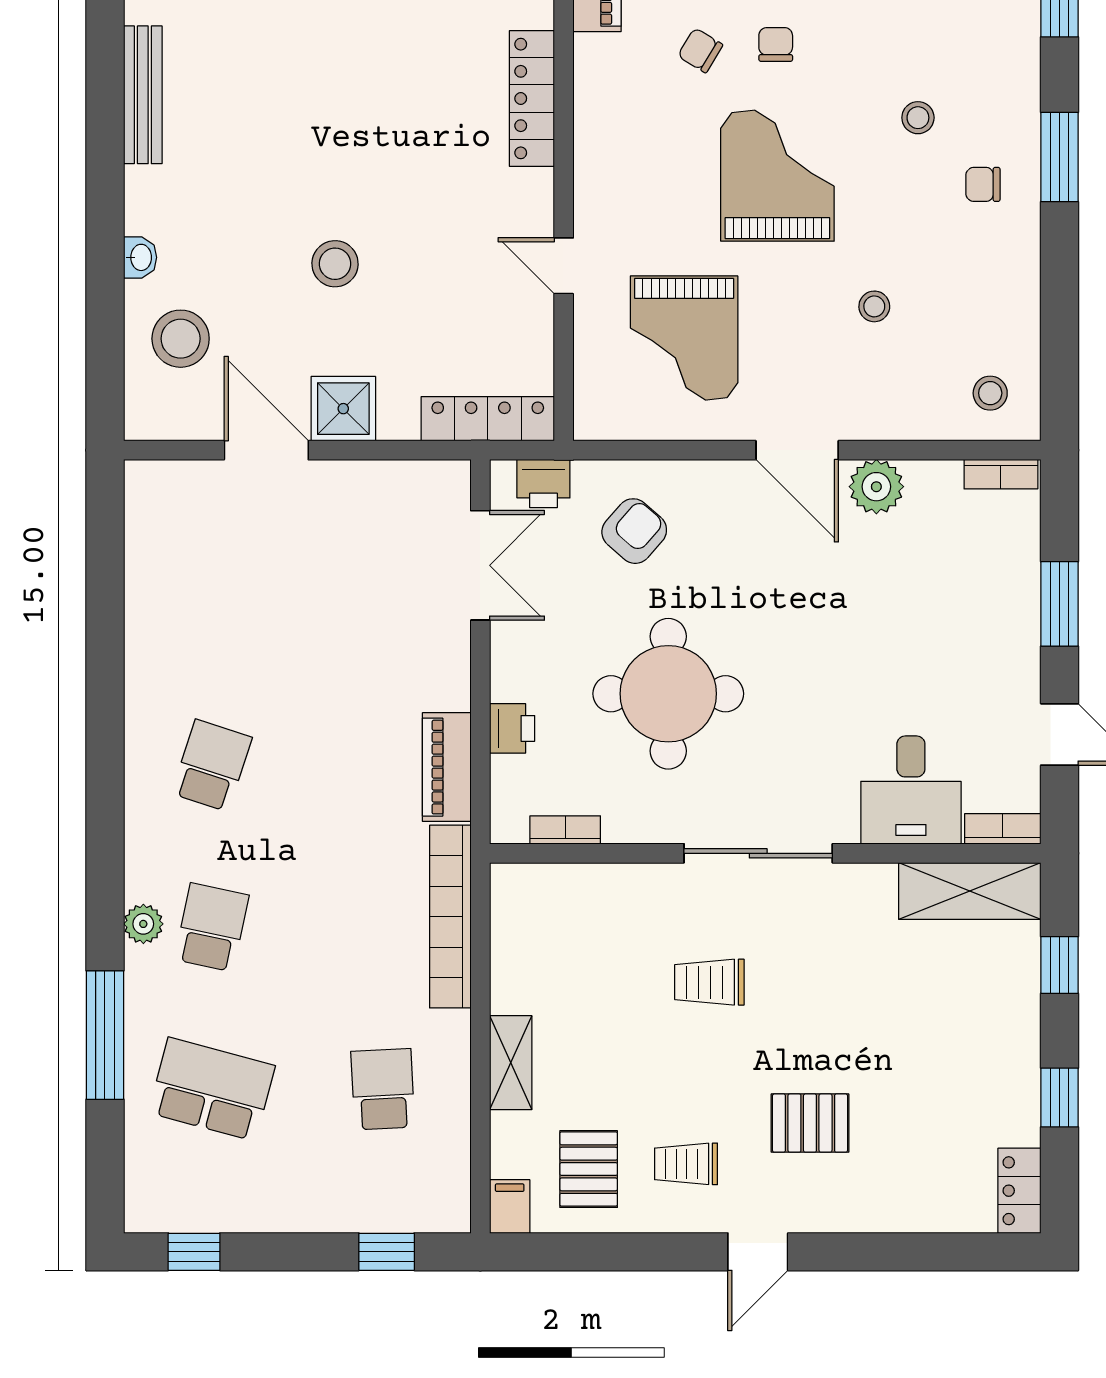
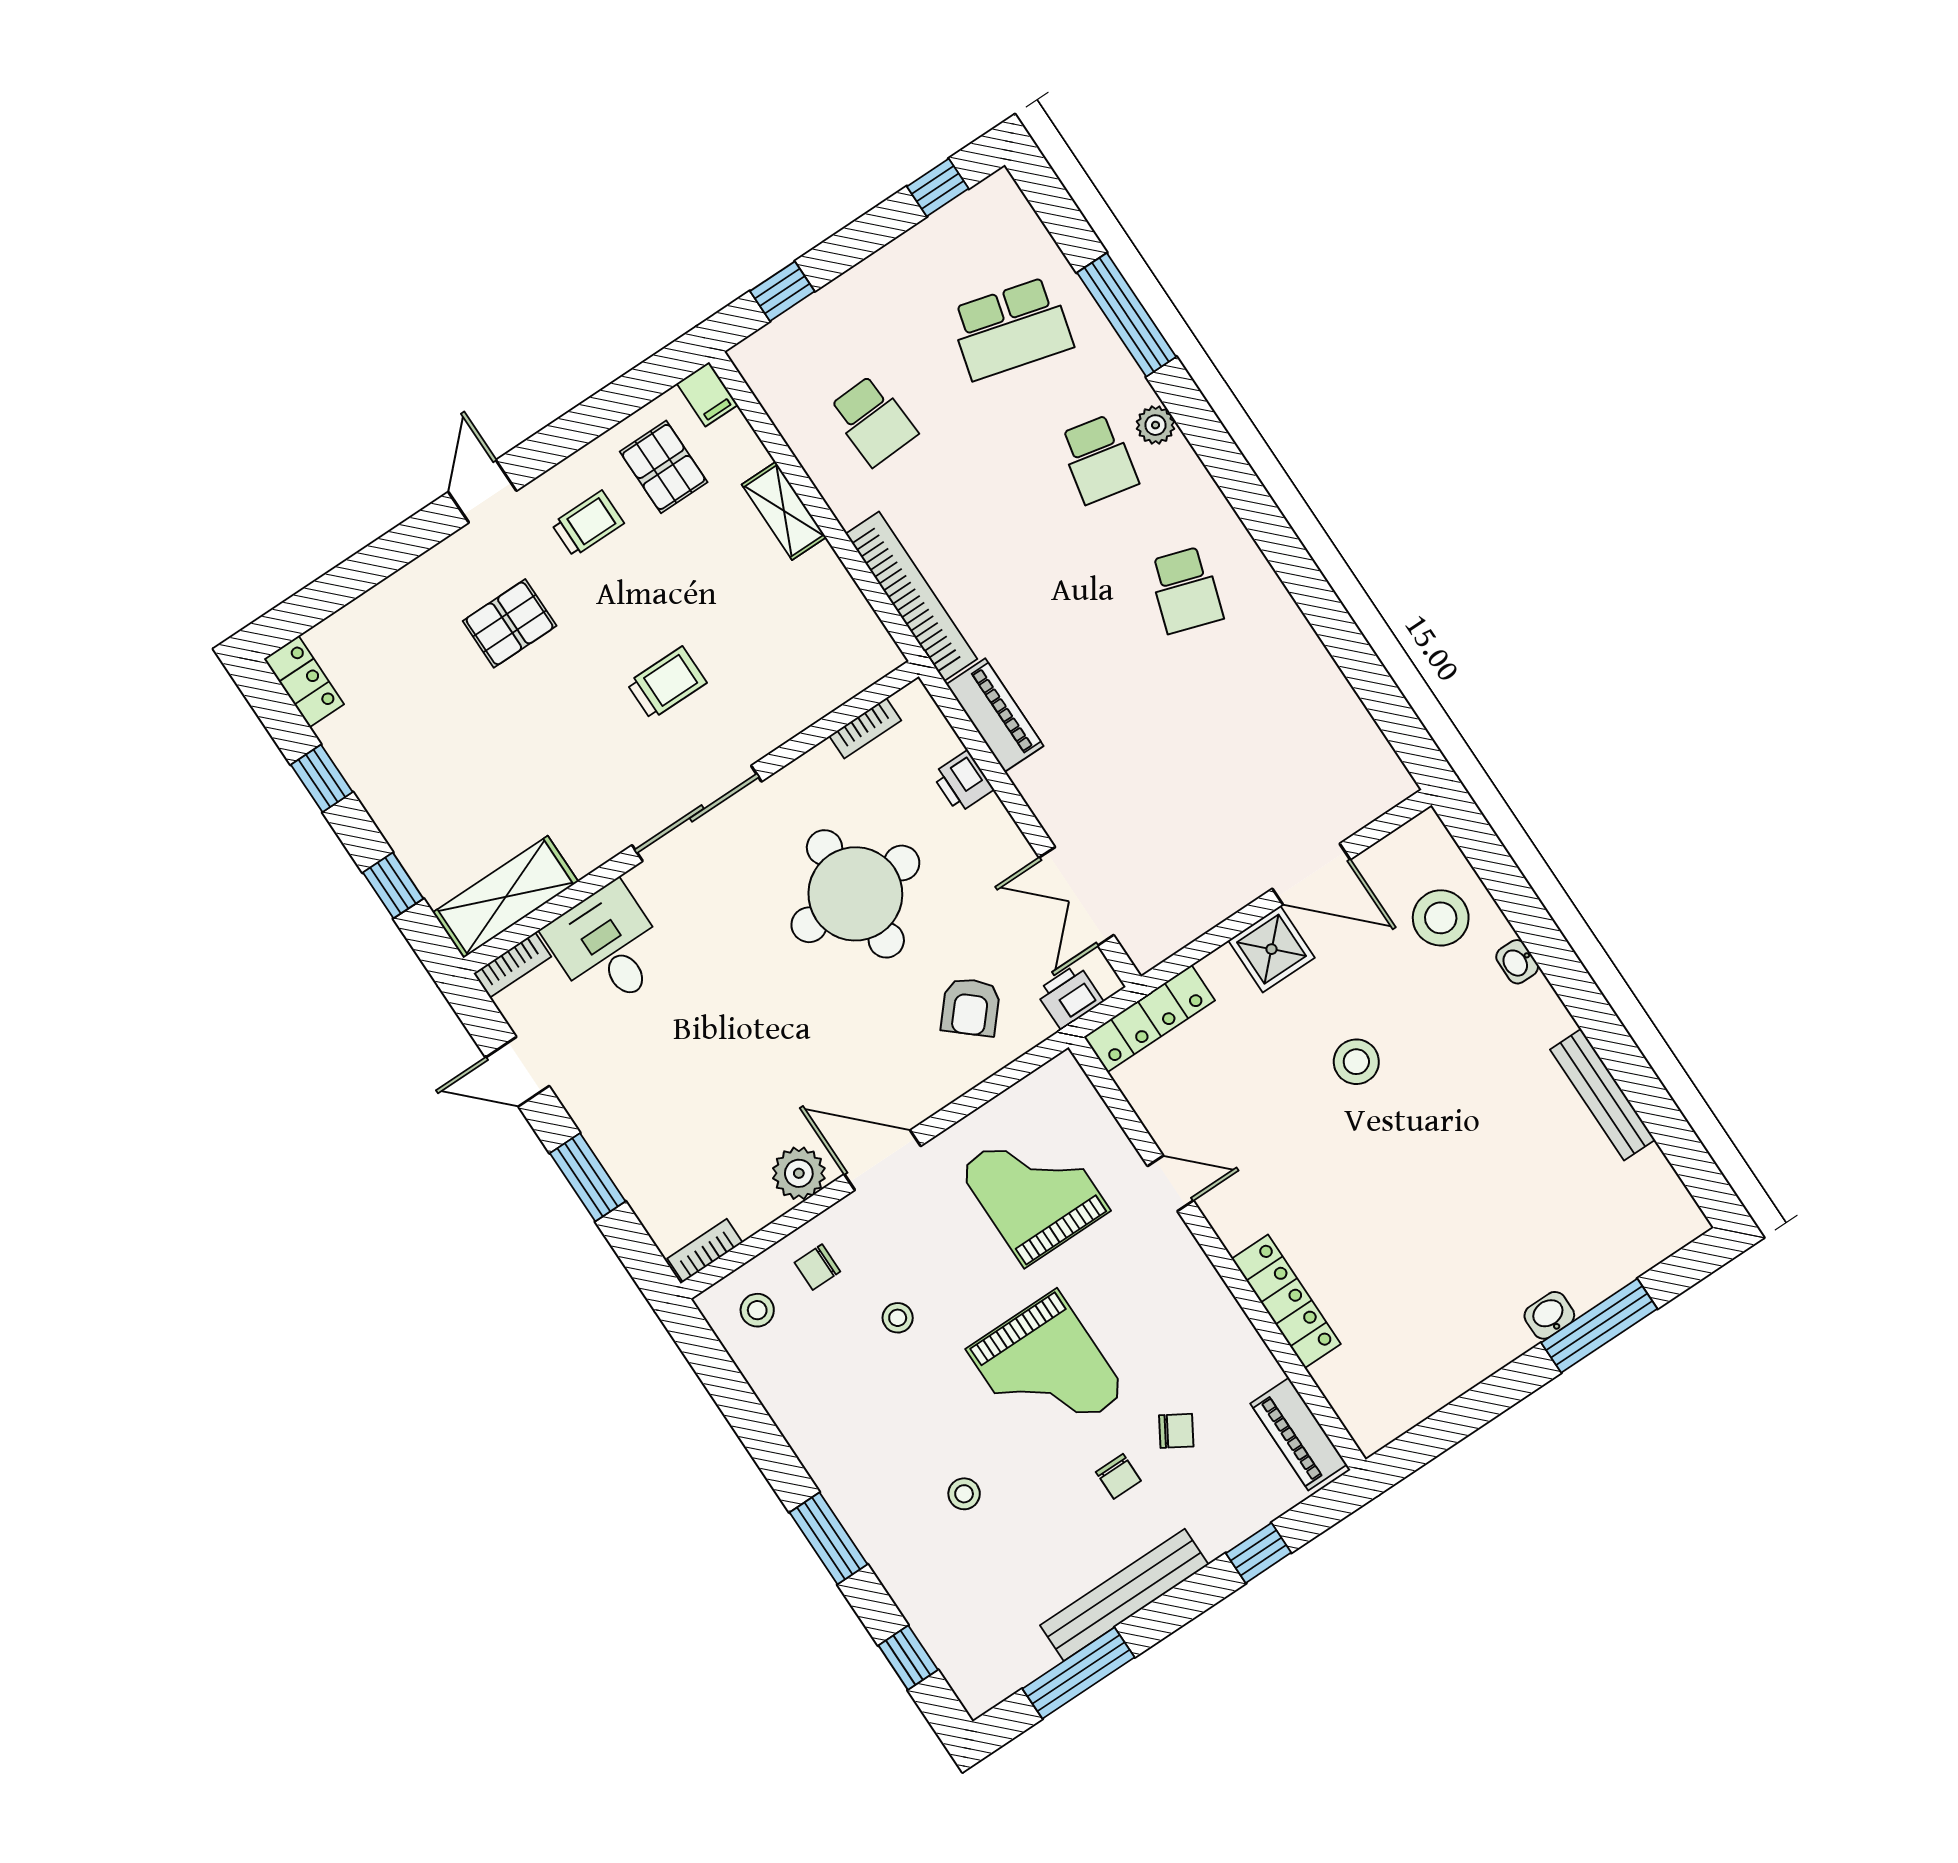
chair: (983, 184) -> (817, 1267), moved, turned 180

